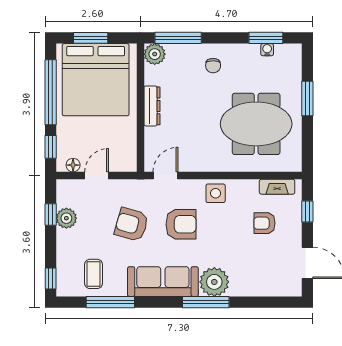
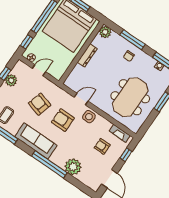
window: (178, 38) -> (133, 40), moved
meeting table: (256, 124) -> (130, 97), turned 90
door: (166, 176) -> (81, 99), moved
armchair: (181, 224) -> (63, 120), turned 180
plant: (214, 282) -> (73, 167), moved
window: (206, 302) -> (49, 164), width x1.46

